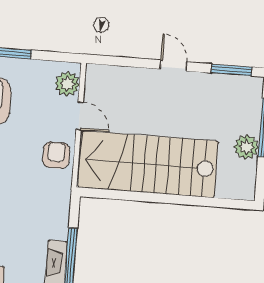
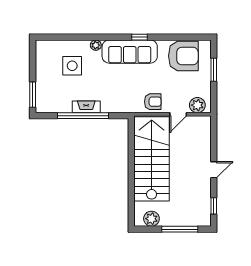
window: (232, 70) -> (214, 206), width x0.67
plant: (246, 147) -> (151, 219), moved

